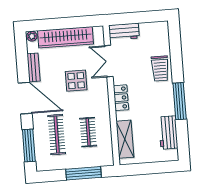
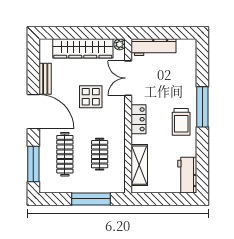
workbench: (124, 32) -> (153, 47), width x1.38
plant: (32, 36) -> (120, 44), moved
trolley: (160, 68) -> (181, 122), moved
window: (180, 101) -> (202, 107), moved
workbench: (168, 132) -> (187, 175), moved

